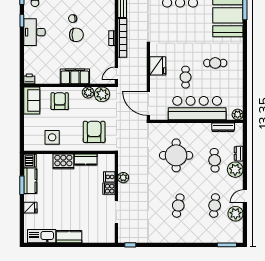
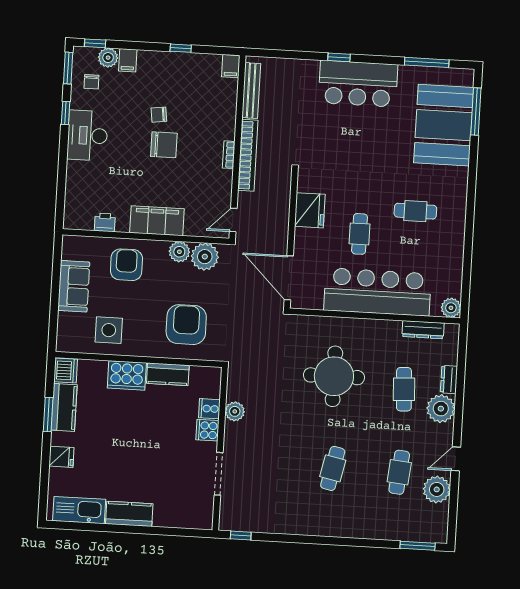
printer: (29, 79) -> (105, 222), moved
sofa: (32, 101) -> (74, 286), moved

